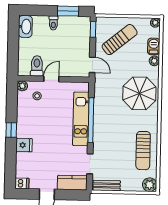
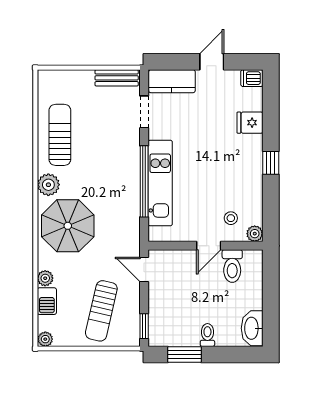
sun lounger: (120, 40) -> (101, 311), turned -38
fridge: (24, 145) -> (250, 123), moved
plant: (150, 185) -> (48, 185), moved

